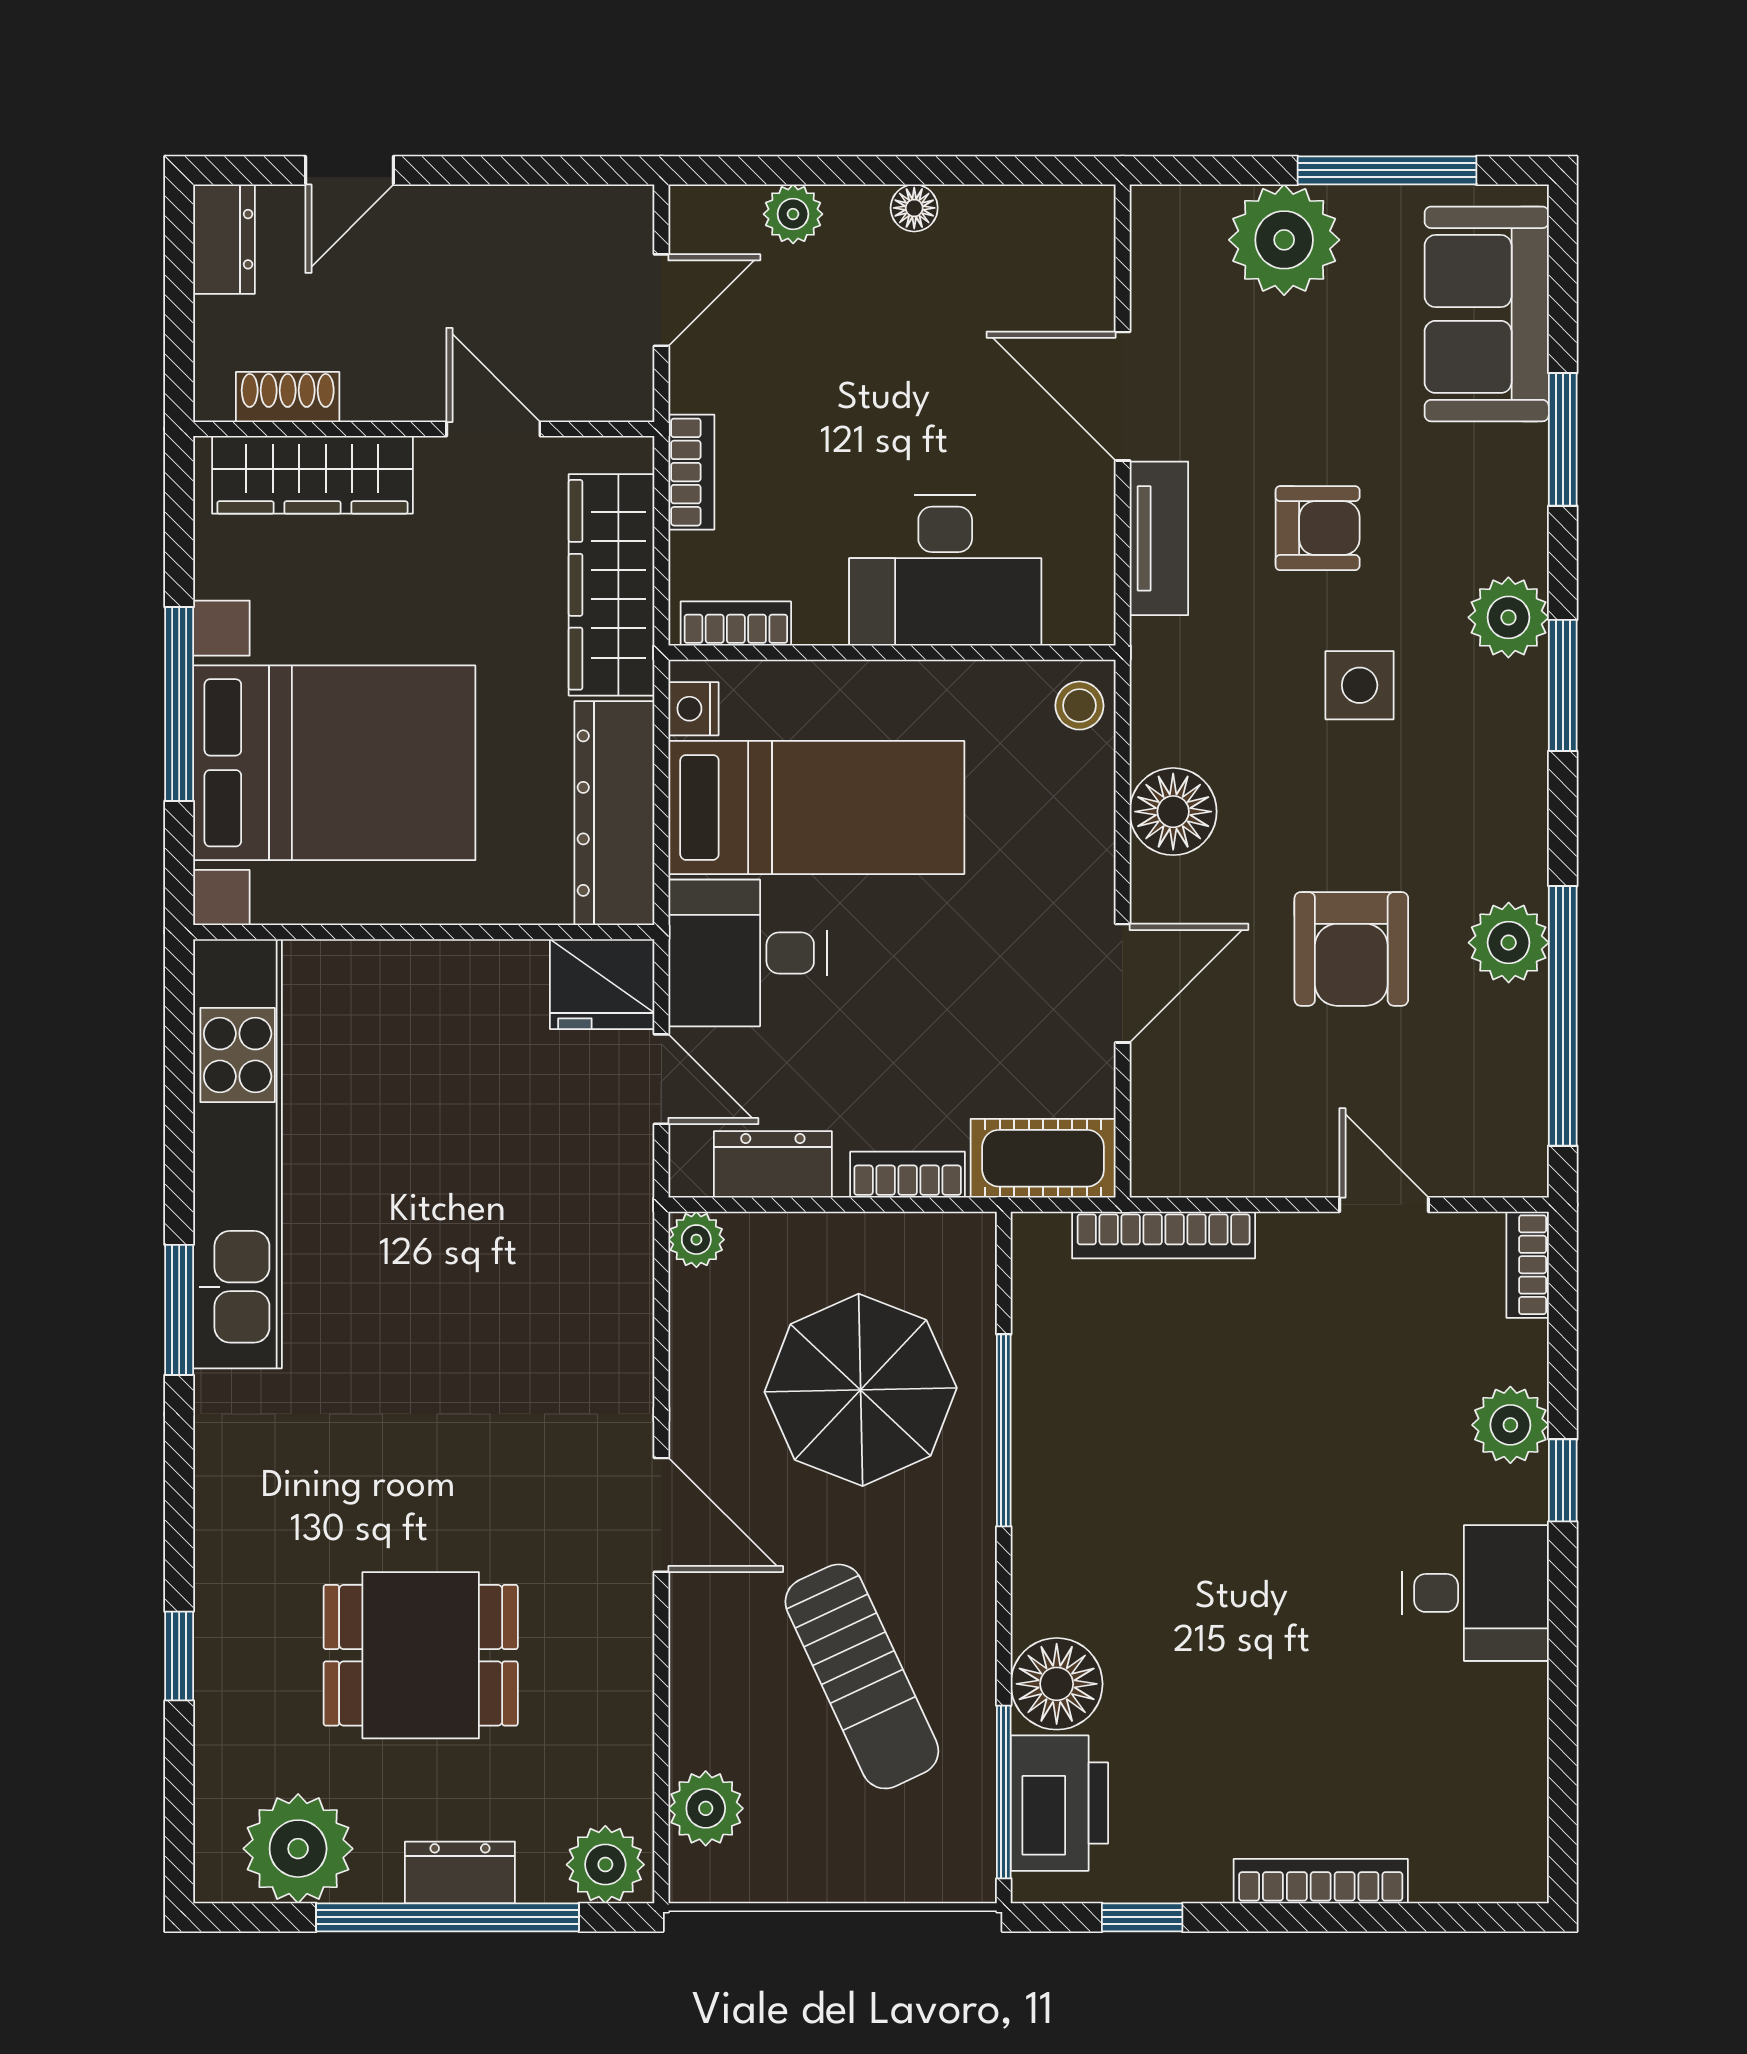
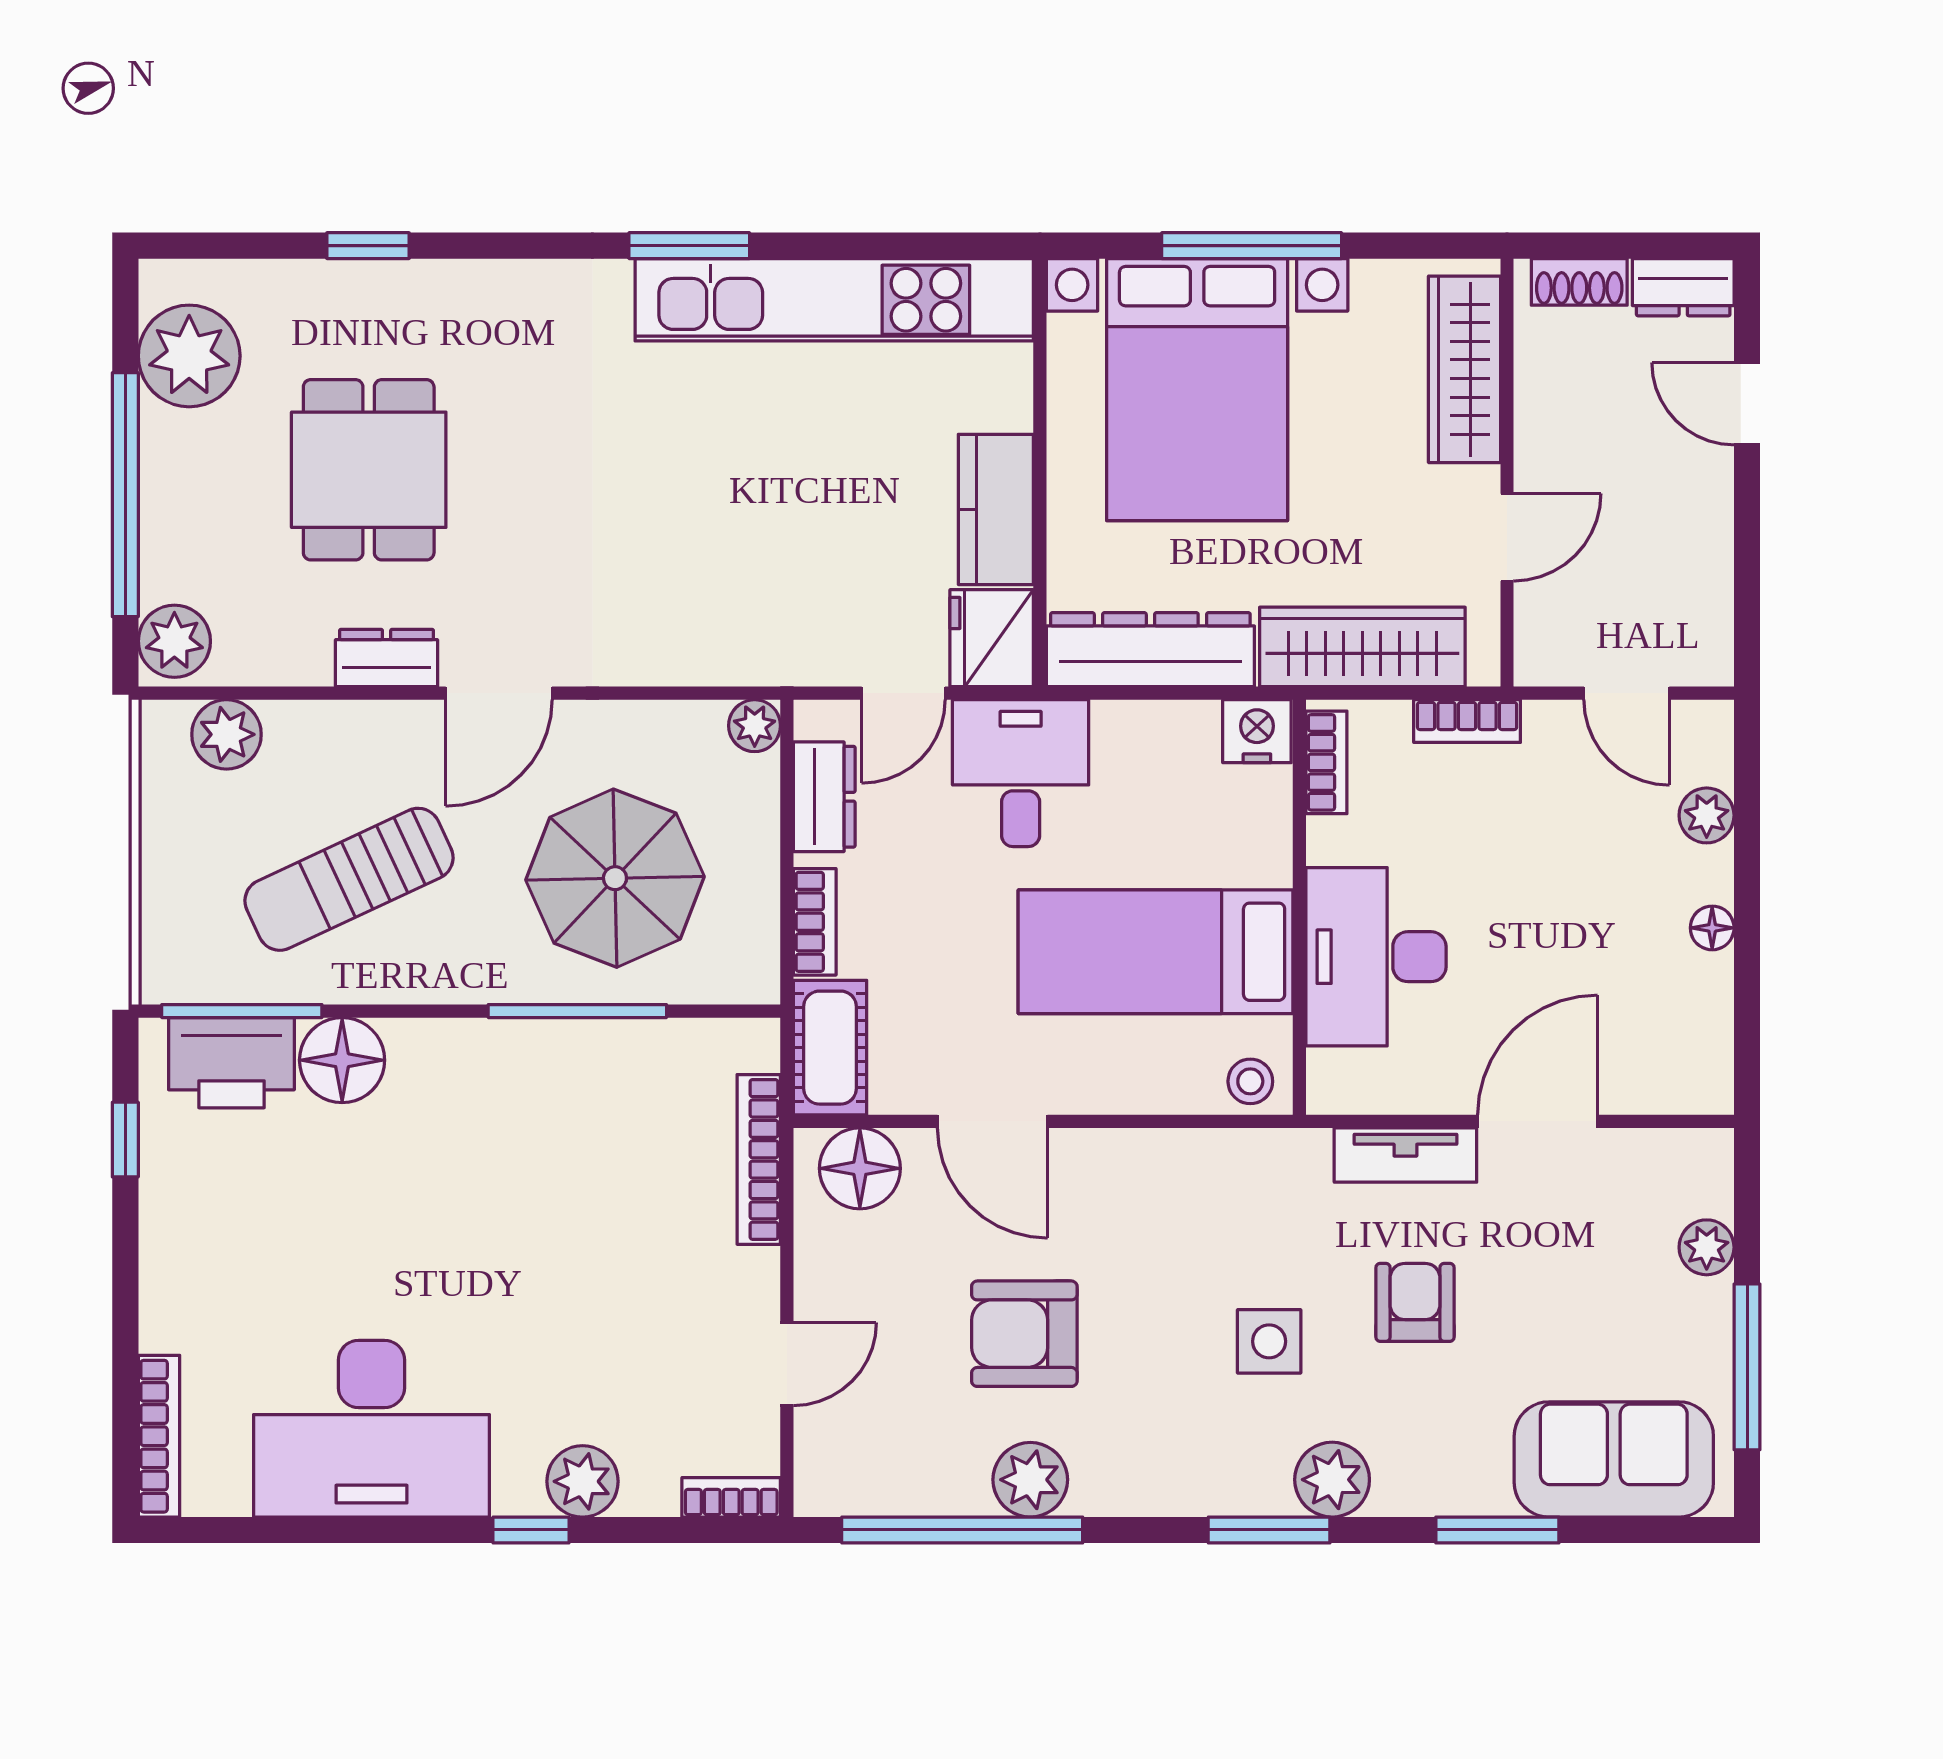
plant: (1284, 240) -> (1707, 1247), width x0.53, depth x0.53
shoe rack: (288, 397) -> (1579, 282), moved, turned 90
armchair: (1318, 528) -> (1415, 1302), turned 180
nightstand: (693, 709) -> (1257, 731), width x1.39, depth x1.35
bed: (816, 807) -> (1156, 952), moved, turned 90
floor lamp: (1173, 812) -> (860, 1168), moved
kitchen counter: (463, 980) -> (996, 509), added
desk: (1476, 1593) -> (372, 1429), width x1.87, depth x1.30
dresser: (460, 1872) -> (387, 658), moved, turned -90
bookcase: (1321, 1881) -> (159, 1436), moved

